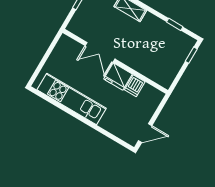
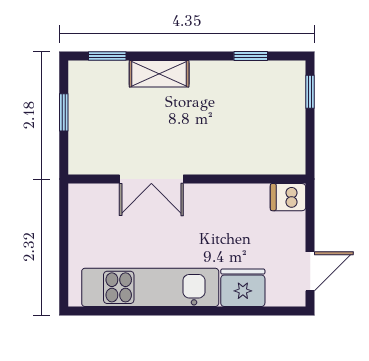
fridge: (118, 77) -> (243, 288), moved, turned 180
dishwasher: (135, 86) -> (288, 197), moved, turned 90

